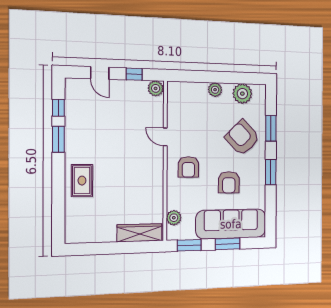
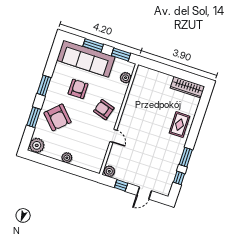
door: (100, 73) -> (144, 193), swing flipped
plant: (242, 94) -> (37, 145), moved
armchair: (188, 167) -> (104, 110), turned -73
wardrobe: (140, 233) -> (187, 87), moved

